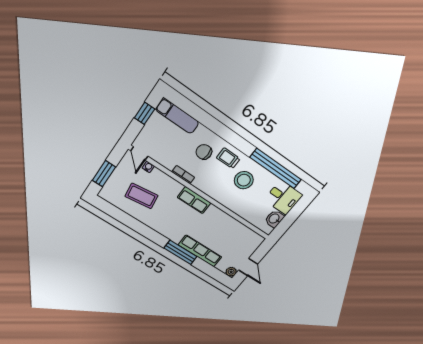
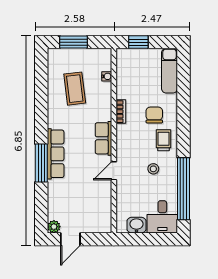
window: (145, 113) -> (138, 42), moved
door: (139, 153) -> (114, 171), moved
stool: (244, 180) -> (153, 169), width x0.53, depth x0.53
row of seats: (200, 251) -> (56, 154), moved

